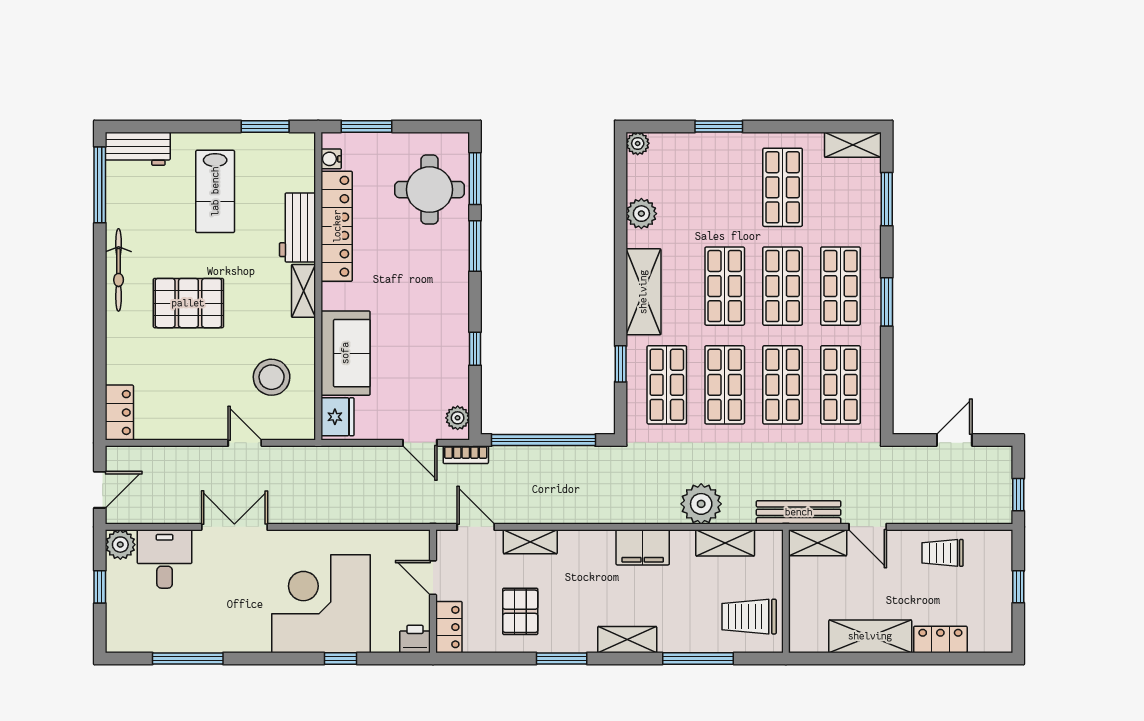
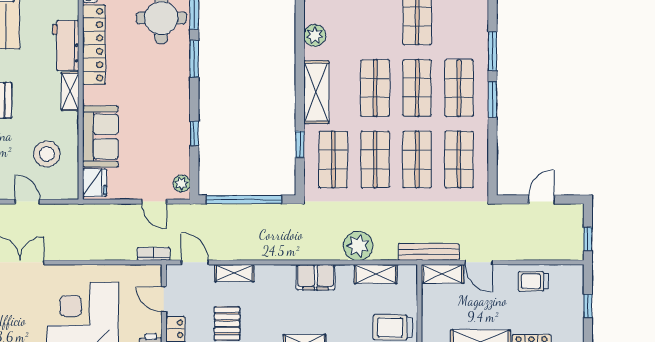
window: (887, 199) -> (492, 51), moved
bookcase: (466, 455) -> (153, 254), moved, turned 180

